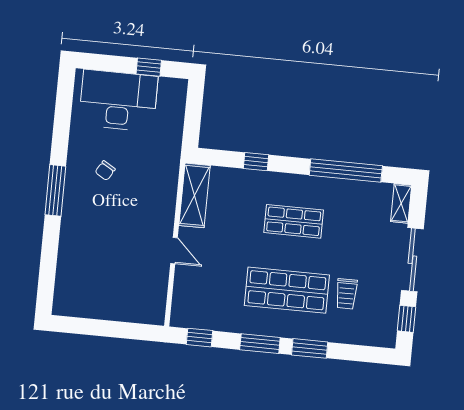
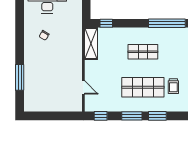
window: (256, 162) -> (106, 23), moved
window: (55, 190) -> (20, 77), moved
door: (174, 251) -> (83, 87), moved

